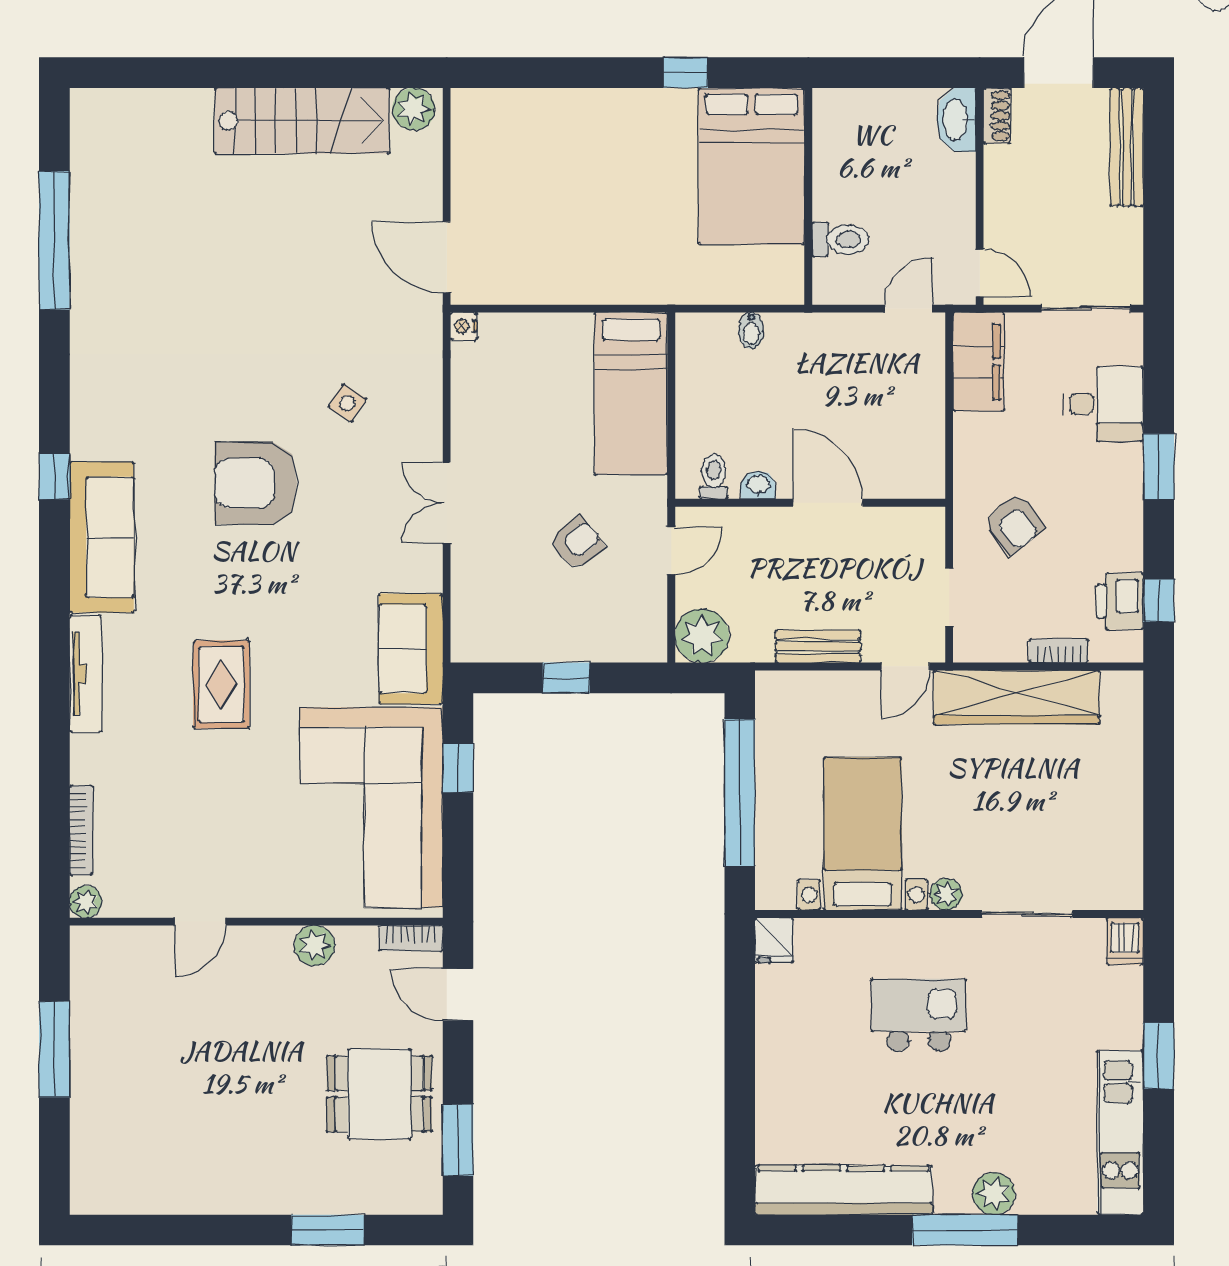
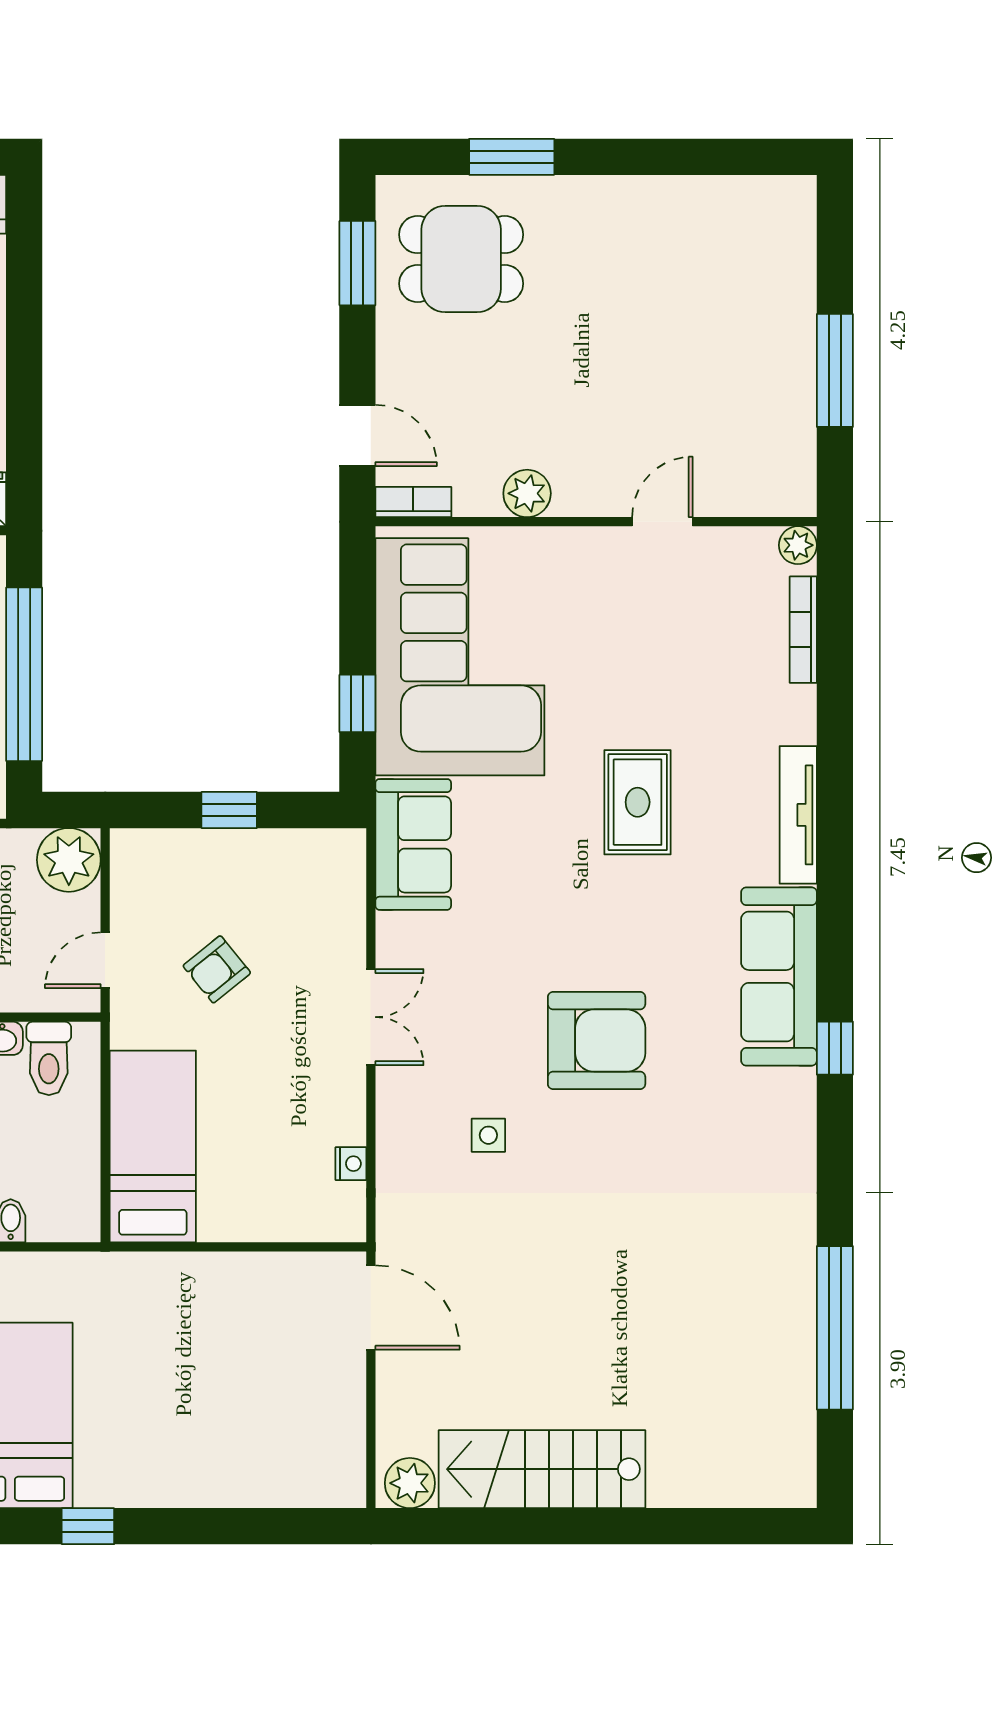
nightstand: (463, 326) -> (351, 1164), moved
side table: (347, 403) -> (488, 1135), turned -33
toilet: (714, 477) -> (49, 1058), width x1.37, depth x1.39
dining table: (379, 1094) -> (461, 259), moved

